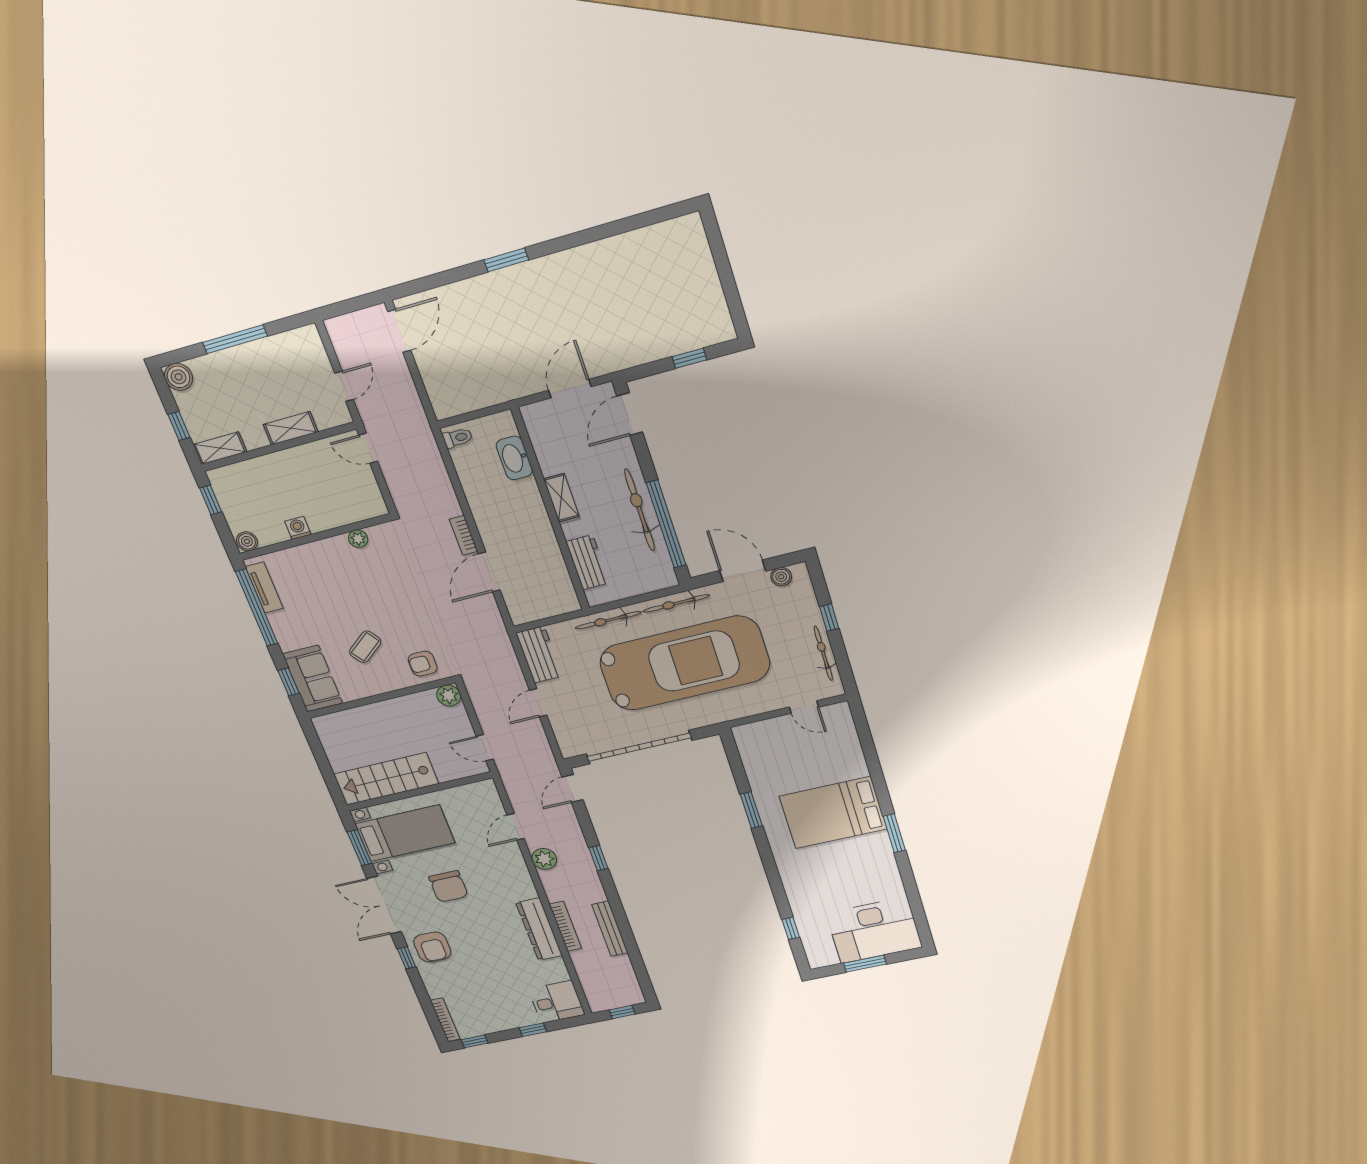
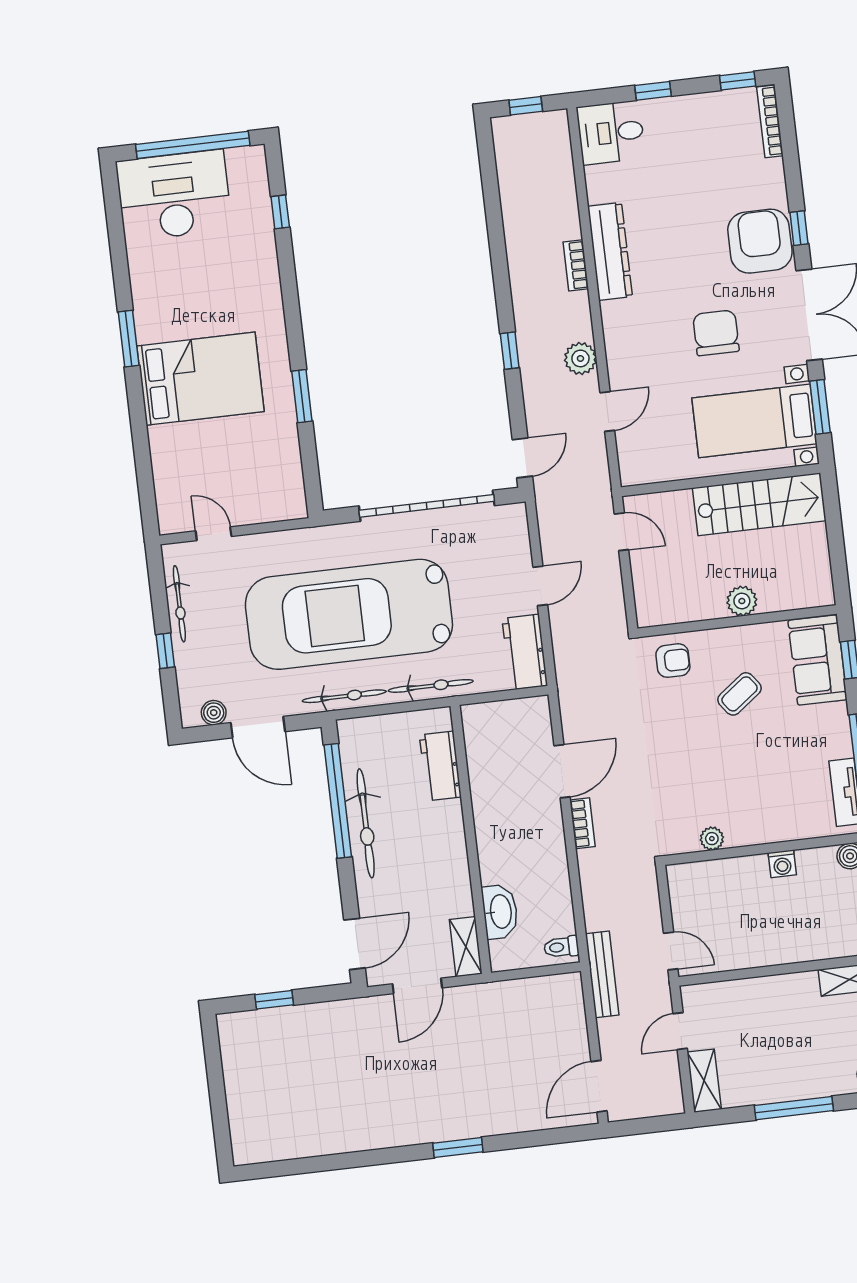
shelving: (291, 428) -> (704, 1081), moved, turned 90
shelving: (561, 498) -> (466, 947), moved
plant: (449, 696) -> (742, 601), moved
bookcase: (565, 926) -> (576, 265), width x0.64
bench: (610, 929) -> (602, 974), moved
armchair: (432, 947) -> (760, 241), width x1.36, depth x1.36
window: (865, 964) -> (193, 145), width x2.11

